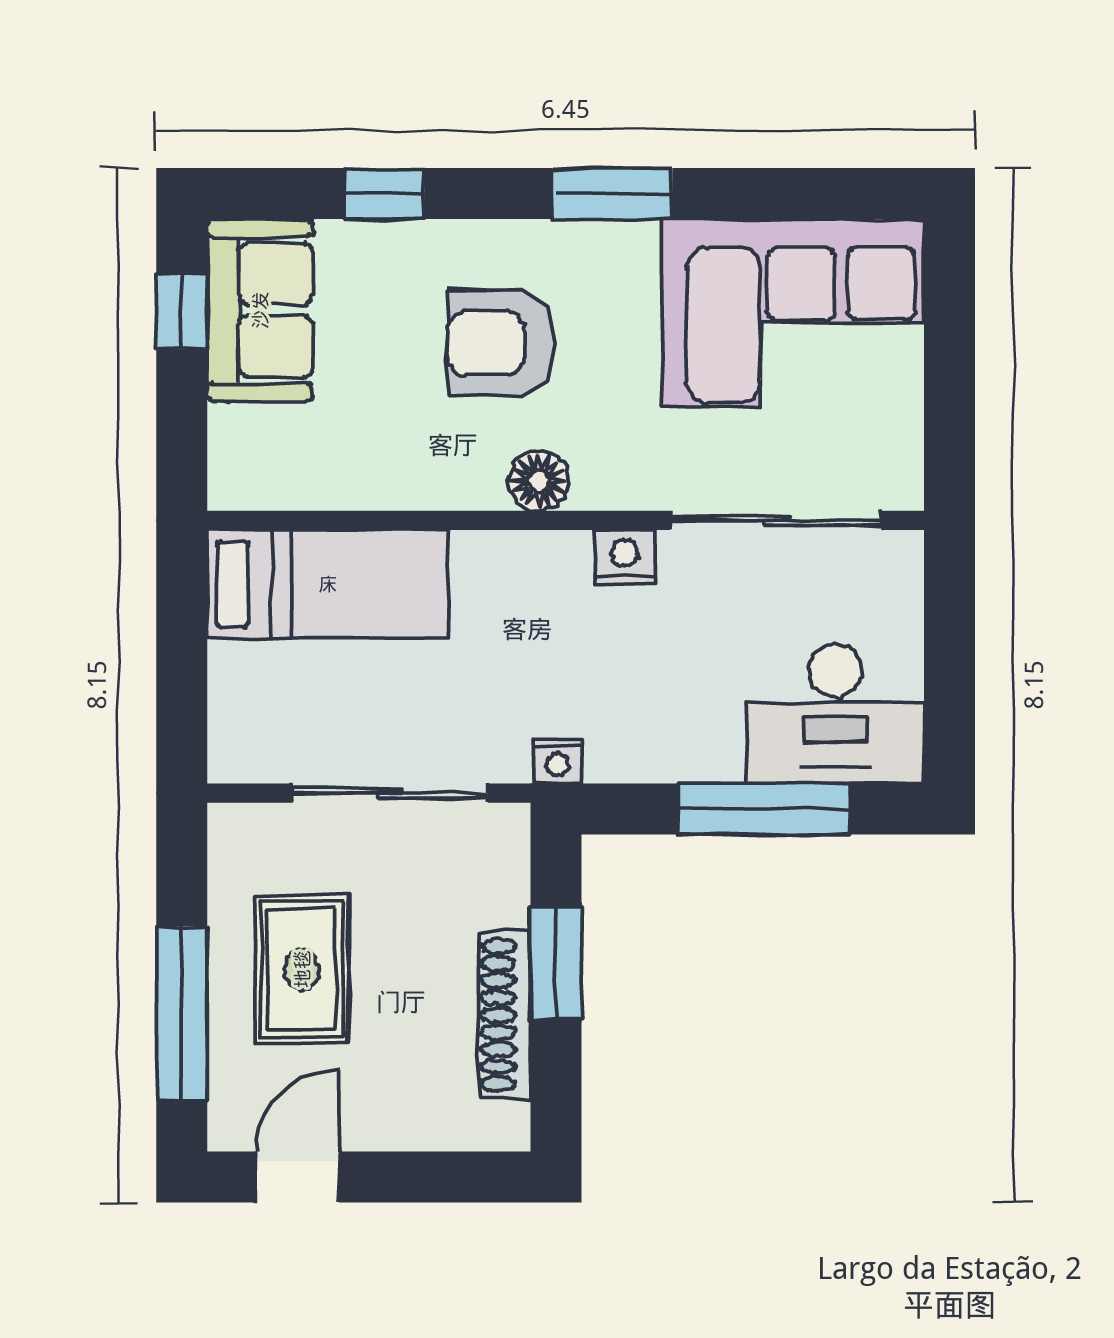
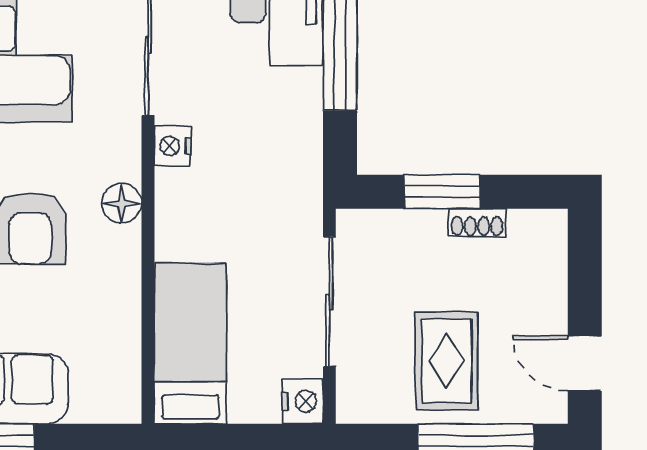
nightstand: (558, 761) -> (303, 401), moved, width x1.39, depth x1.35
rug: (302, 969) -> (447, 361), turned 90
shoe rack: (505, 1015) -> (477, 222), width x0.51, depth x0.81

